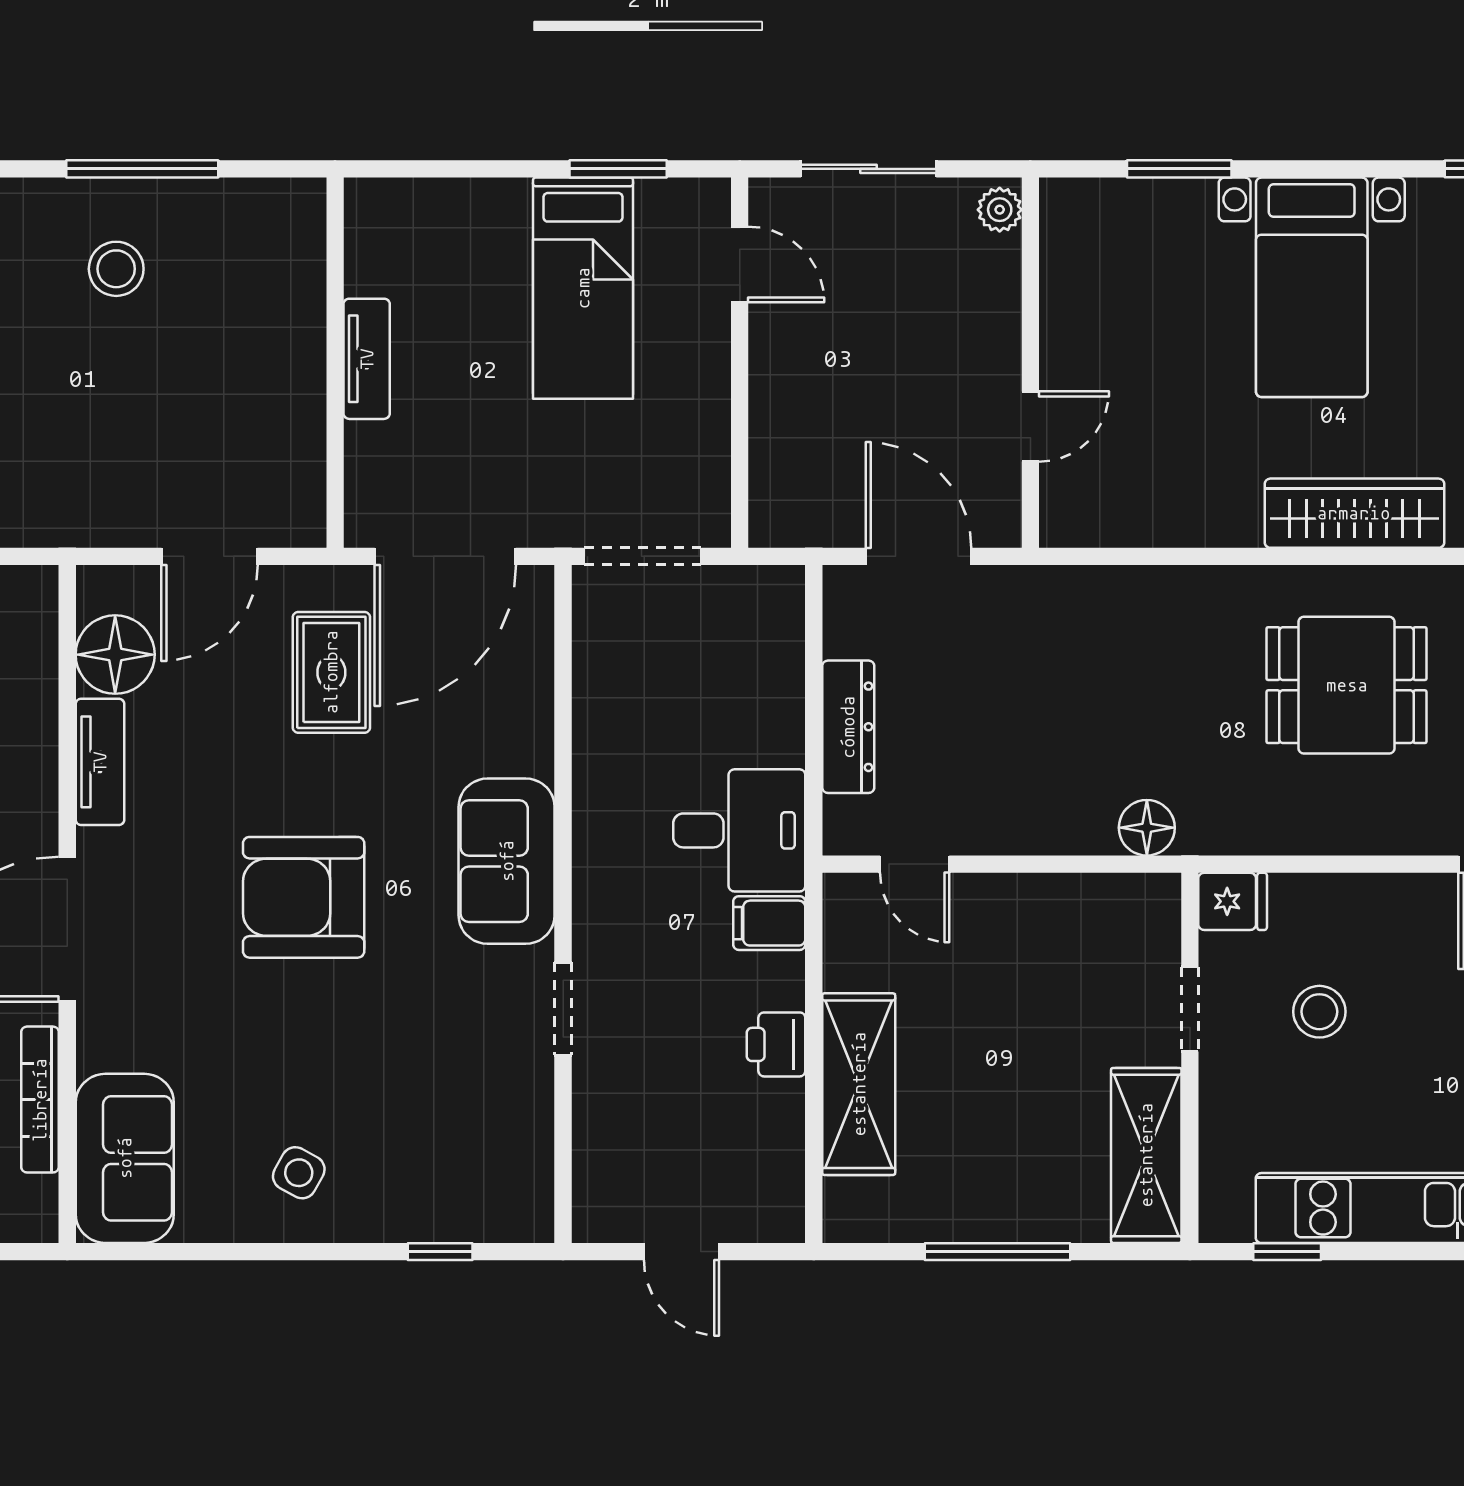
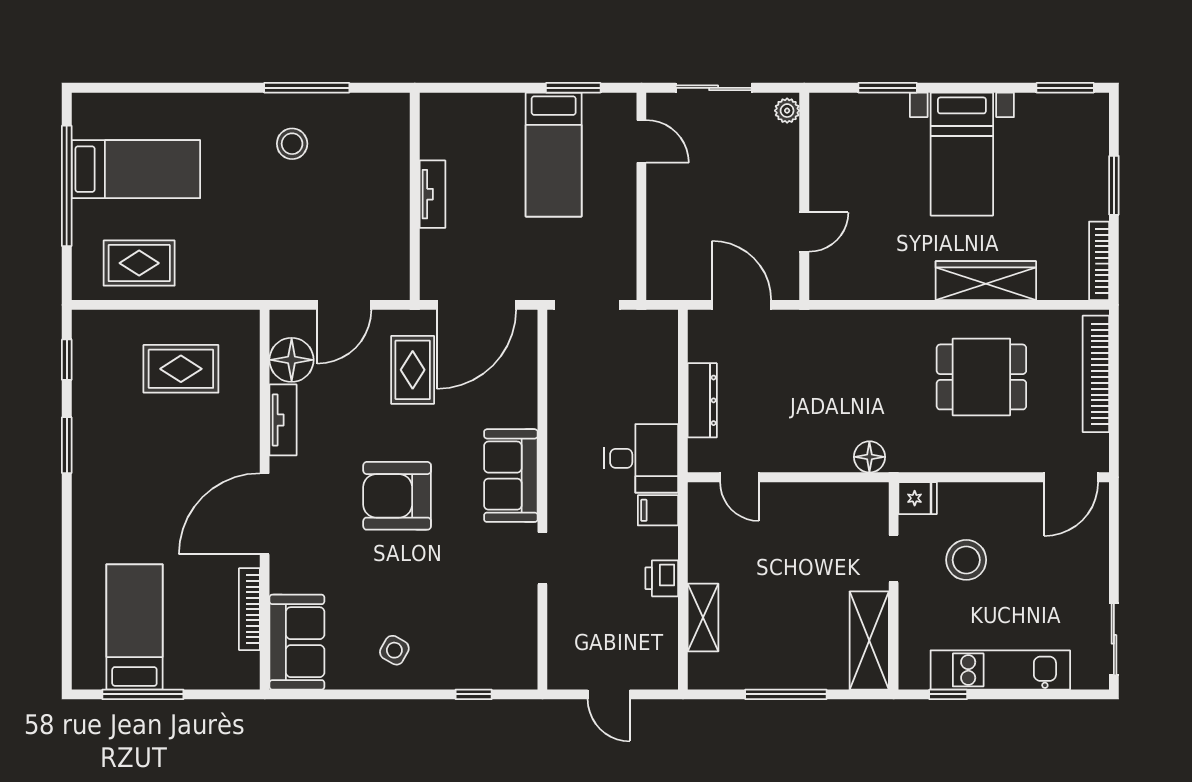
stool: (1319, 1012) -> (966, 560), width x1.38, depth x1.38
shelving: (859, 1084) -> (703, 618), width x0.67, depth x0.75

